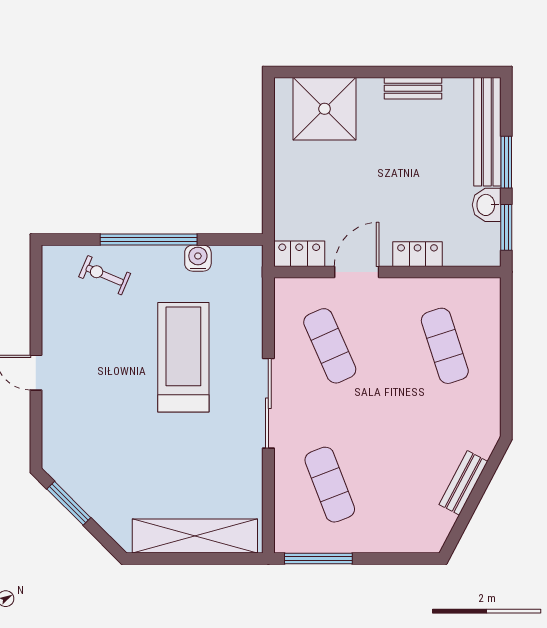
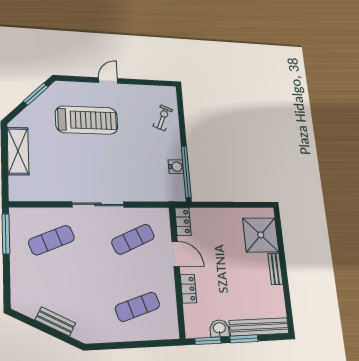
bench: (413, 88) -> (275, 269), moved
window: (149, 240) -> (186, 172), moved
treadmill: (183, 357) -> (87, 120), moved
shelving: (195, 536) -> (18, 151), width x0.68

